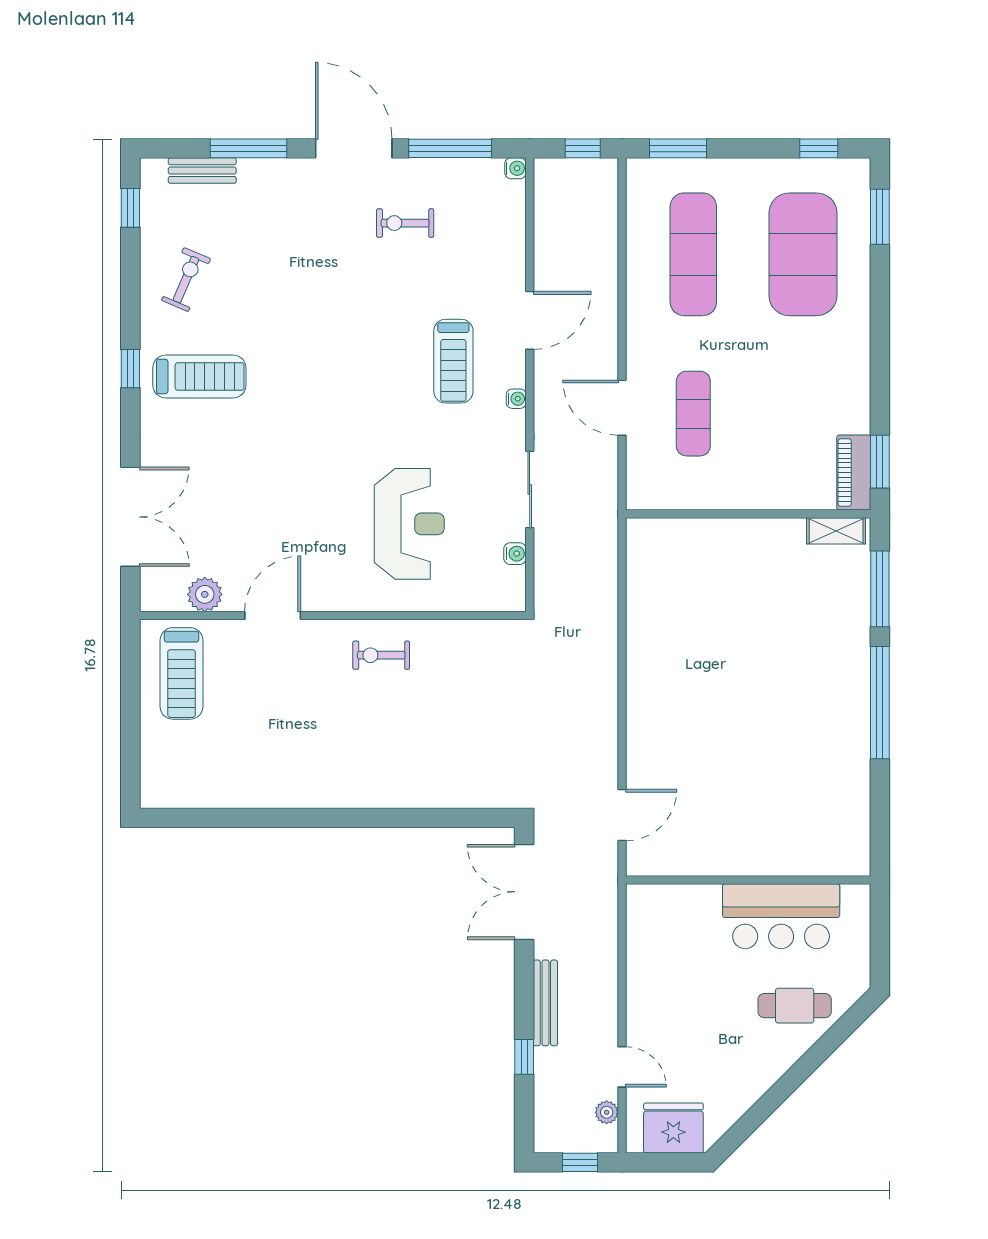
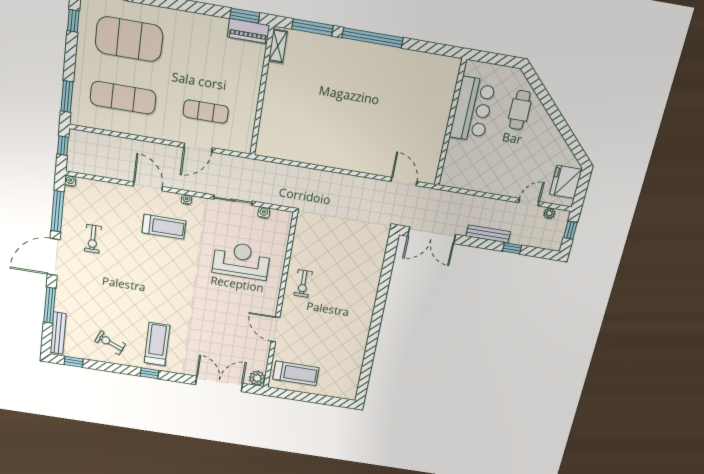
bench: (202, 171) -> (58, 333), width x1.36
plant: (205, 594) -> (257, 378), moved

